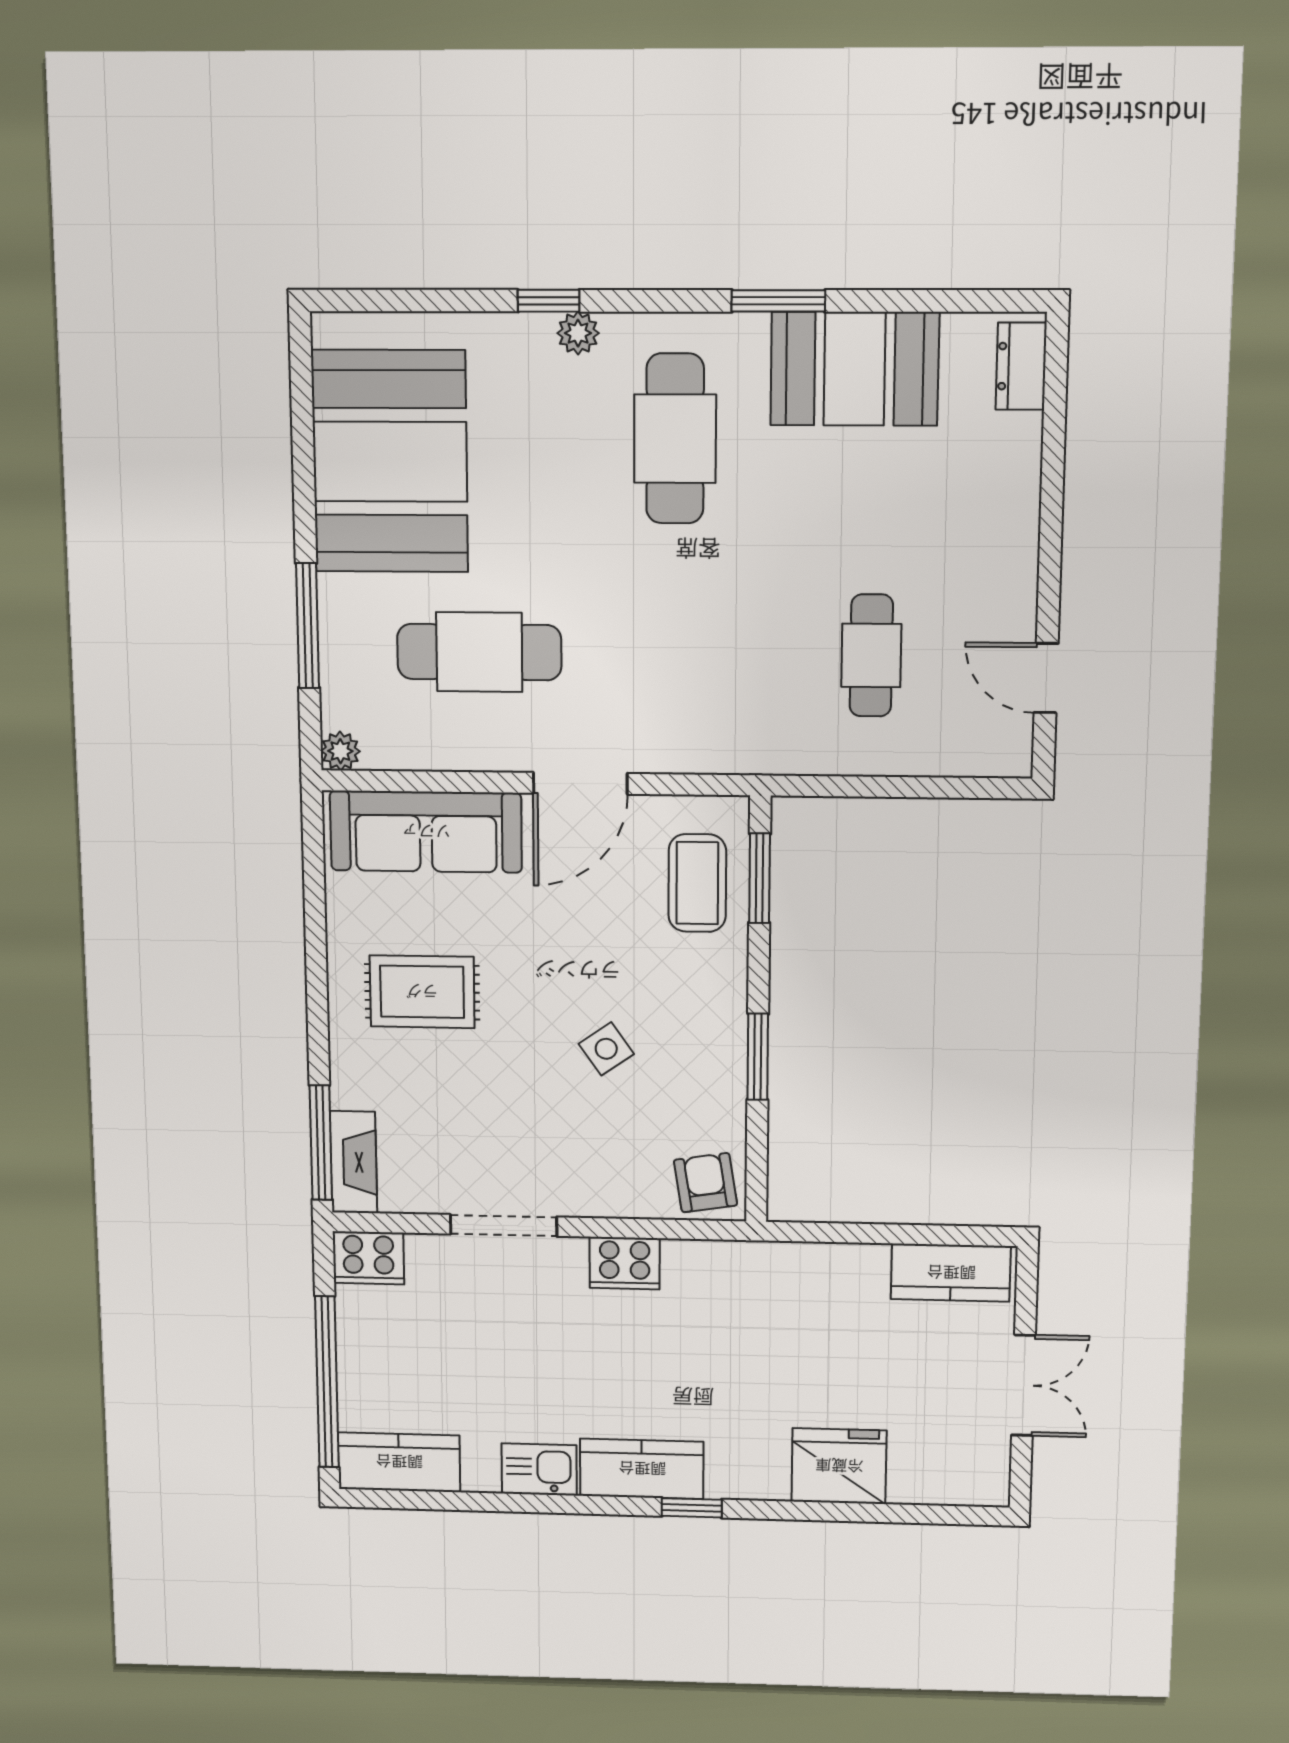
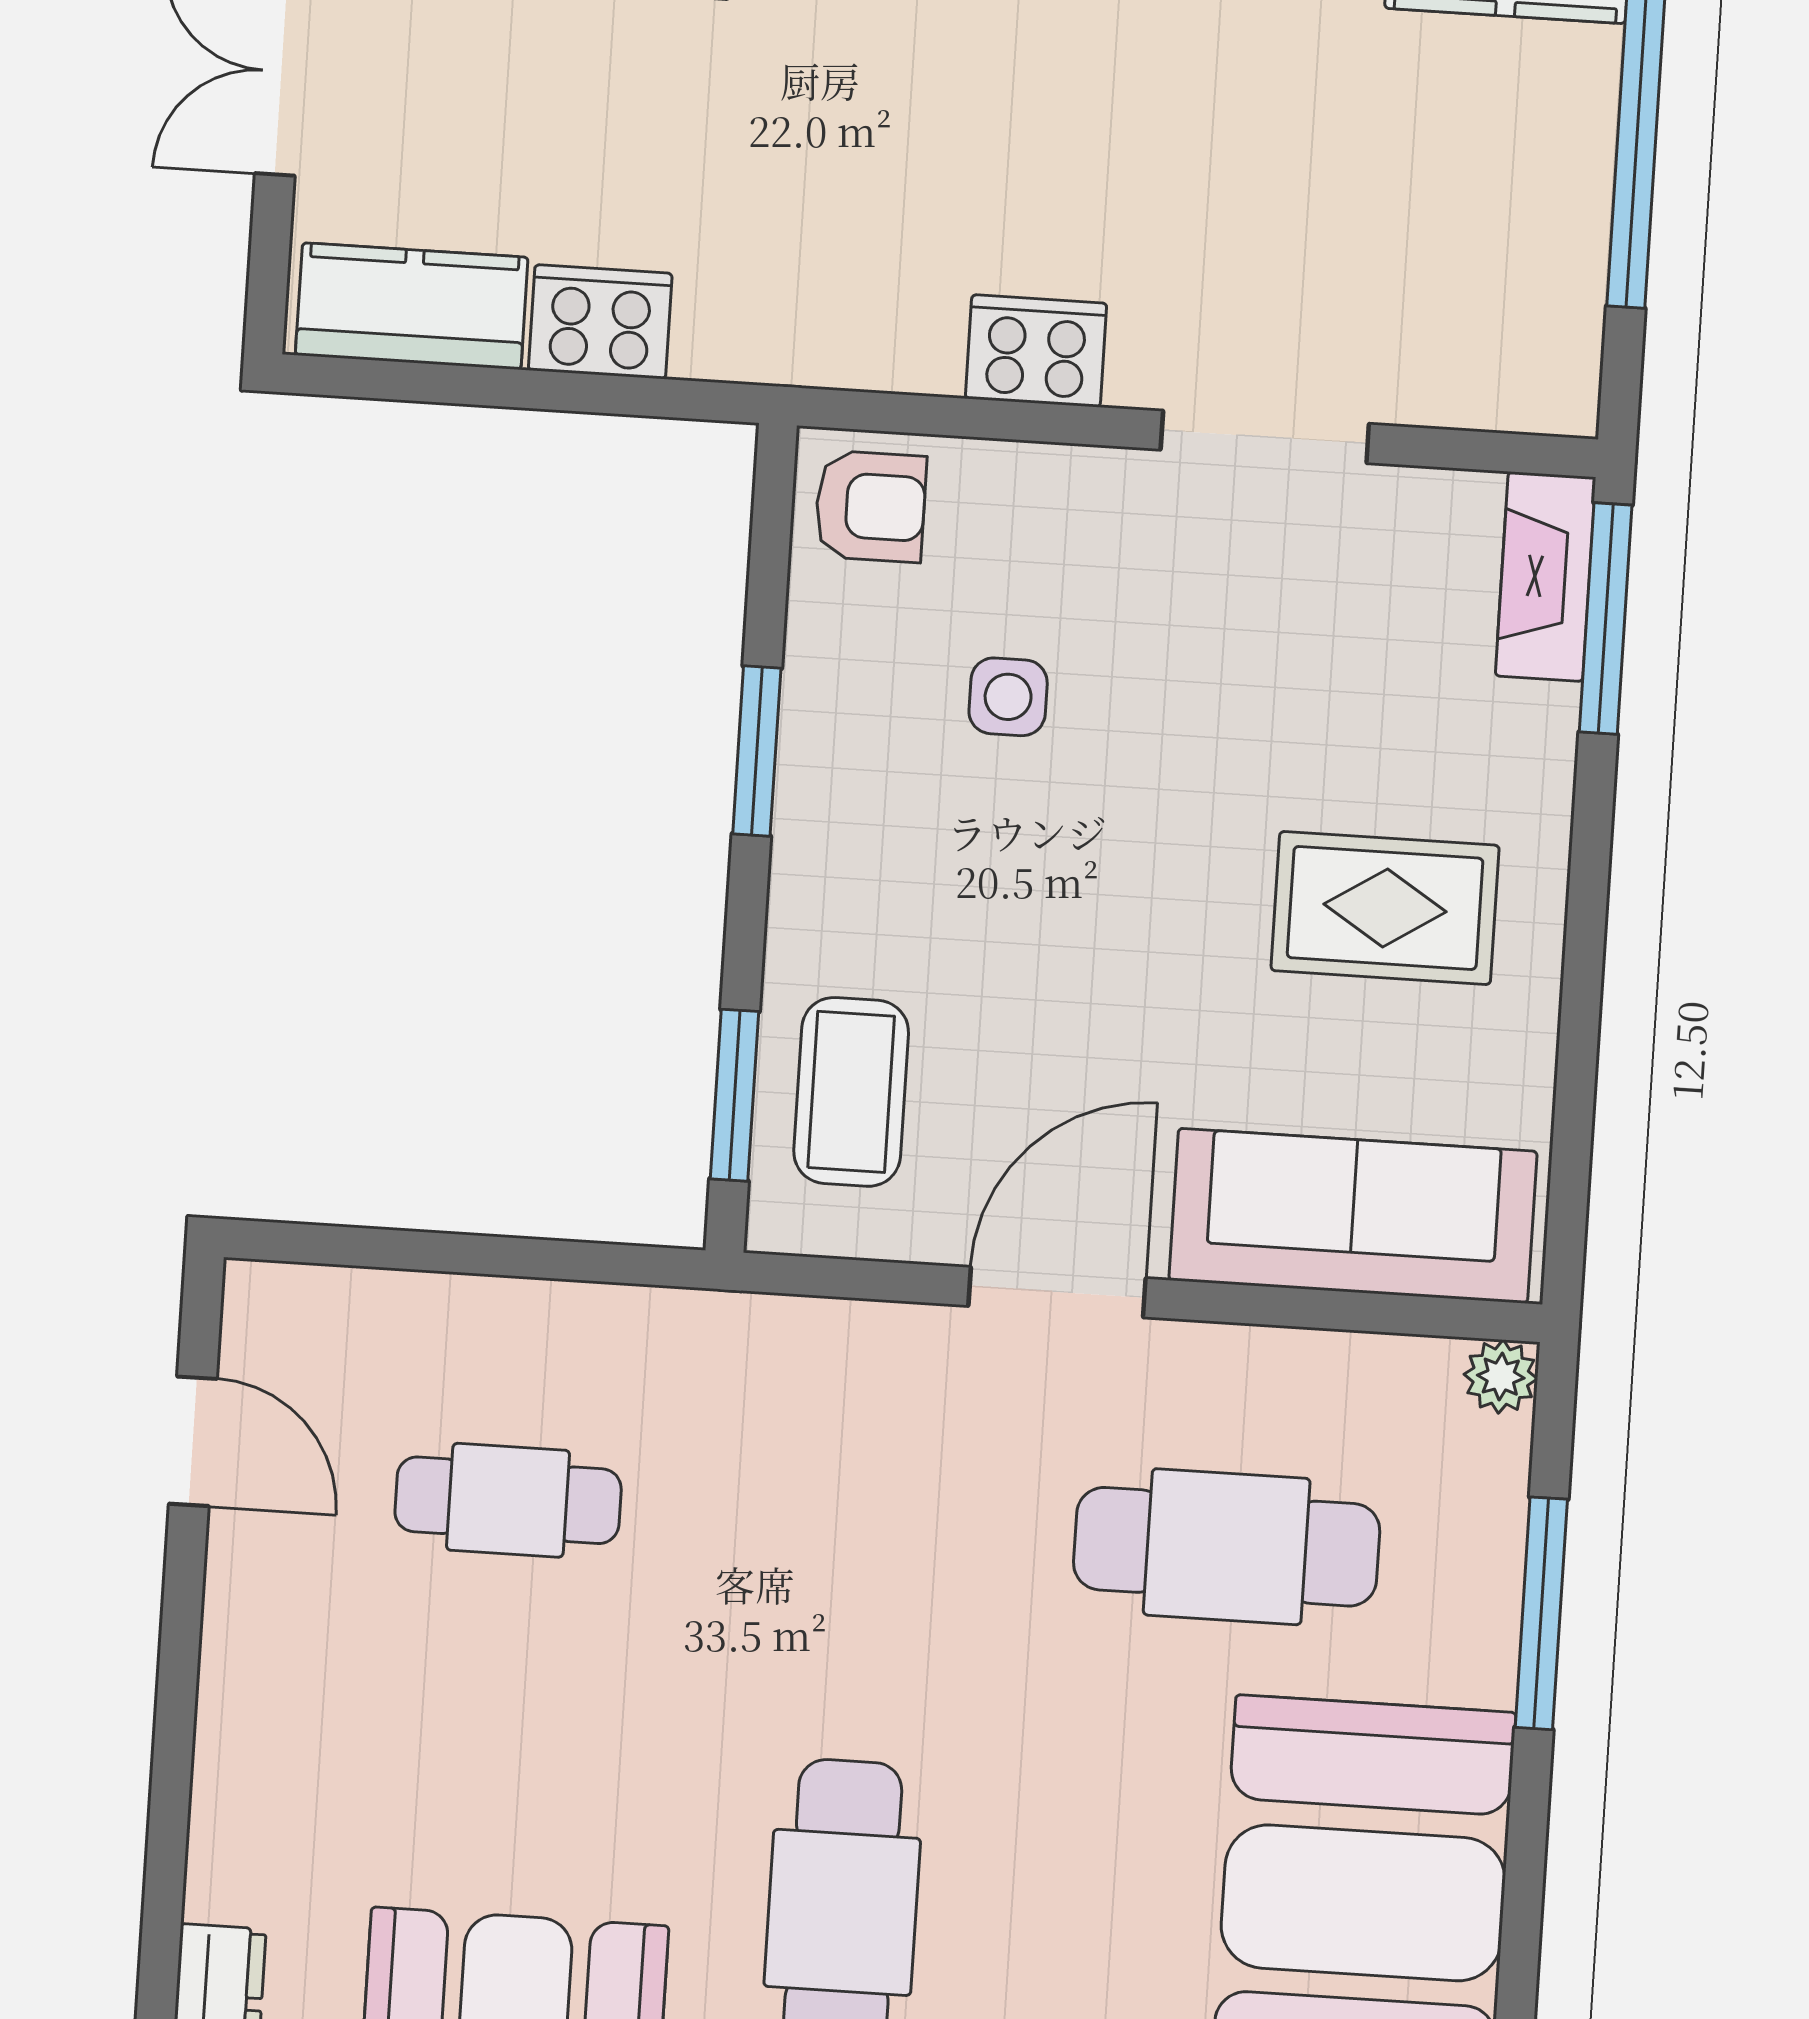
cafe table: (871, 655) -> (508, 1500), turned 90
side table: (606, 1049) -> (1008, 697), moved, turned 35
armchair: (706, 1183) -> (870, 506), turned -81
cooker: (368, 1258) -> (600, 322), moved

